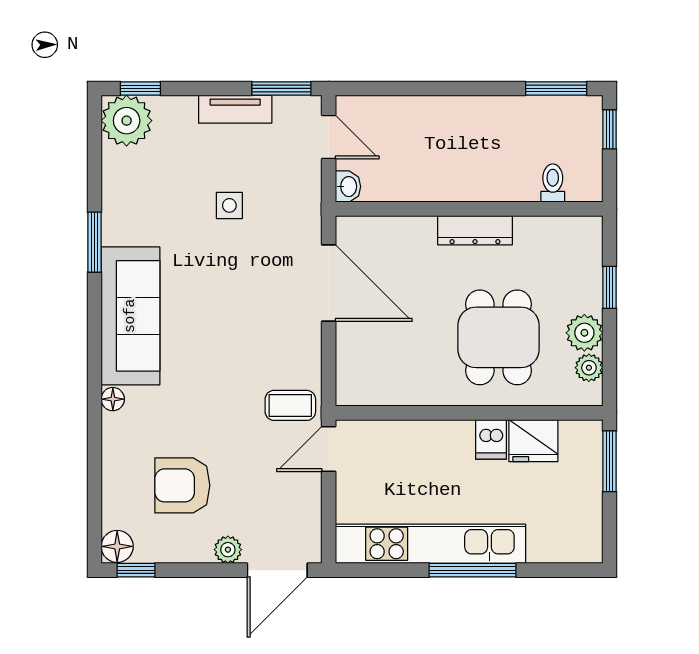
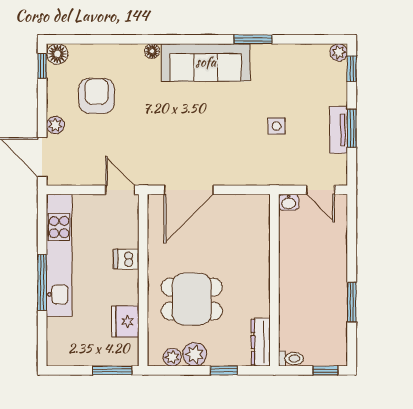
window: (281, 88) -> (352, 128), moved
window: (556, 88) -> (352, 302), moved
plant: (127, 121) -> (339, 52), width x0.53, depth x0.53
door: (329, 137) -> (321, 190), hinge flipped
toilet: (553, 183) -> (291, 359), moved
dresser: (475, 230) -> (261, 342), moved
door: (329, 283) -> (189, 190), moved
coffee table: (290, 405) -> (148, 165), removed
dishwasher: (491, 439) -> (126, 259), moved

